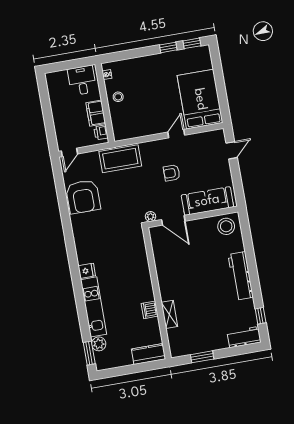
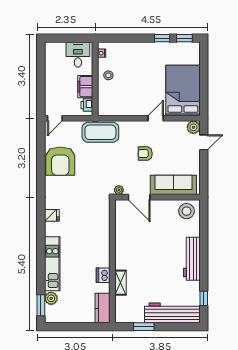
plant: (218, 136) -> (193, 127), added
fridge: (87, 271) -> (52, 215), moved
workbench: (244, 337) -> (172, 313), width x1.88, depth x1.32
kitchen counter: (148, 354) -> (103, 308), moved, turned -90

